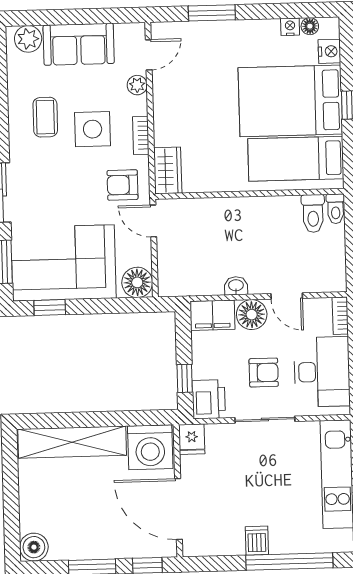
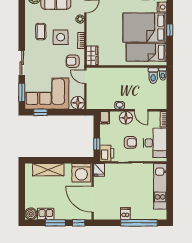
filing cabinet: (212, 315) -> (105, 118), width x0.50
shelving: (72, 442) -> (48, 170), width x0.68
kitchen sink: (69, 546) -> (46, 214), added

